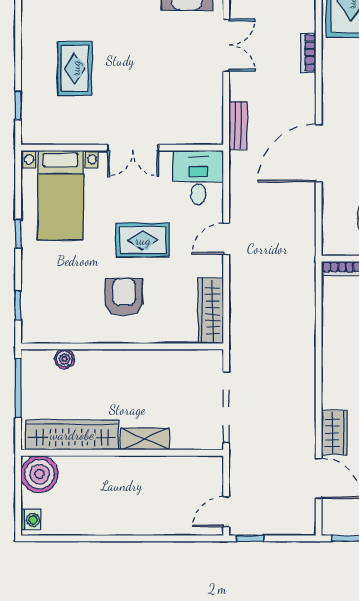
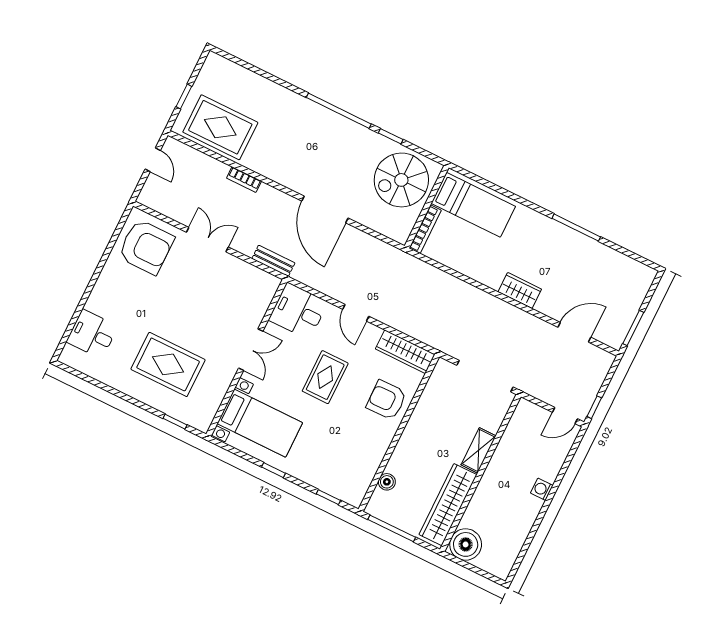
rug: (75, 68) -> (168, 364), width x1.36, depth x1.43
armchair: (124, 297) -> (387, 400), moved
wardrobe: (334, 433) -> (520, 290), moved
door: (226, 512) -> (565, 416), hinge flipped
washing machine: (31, 520) -> (542, 489), moved, turned -90

